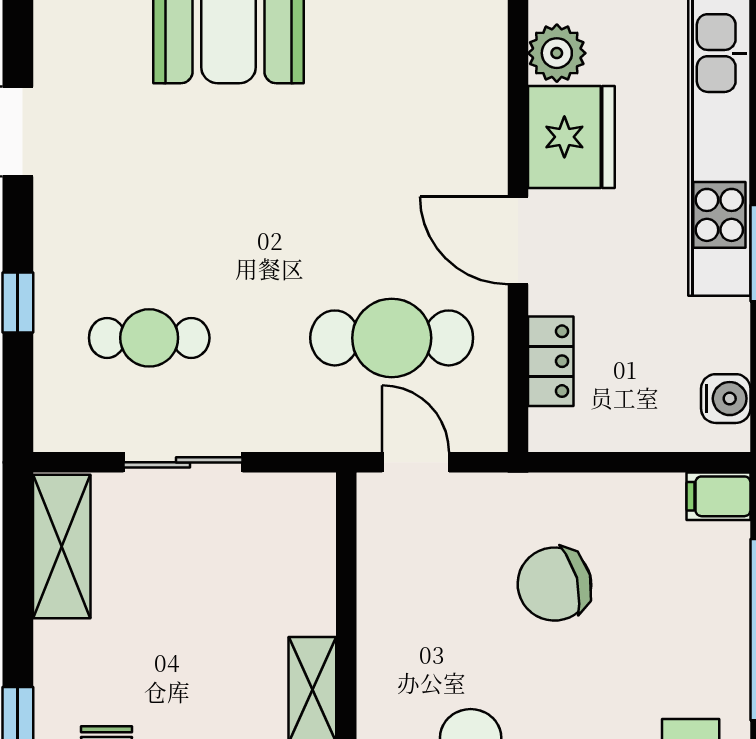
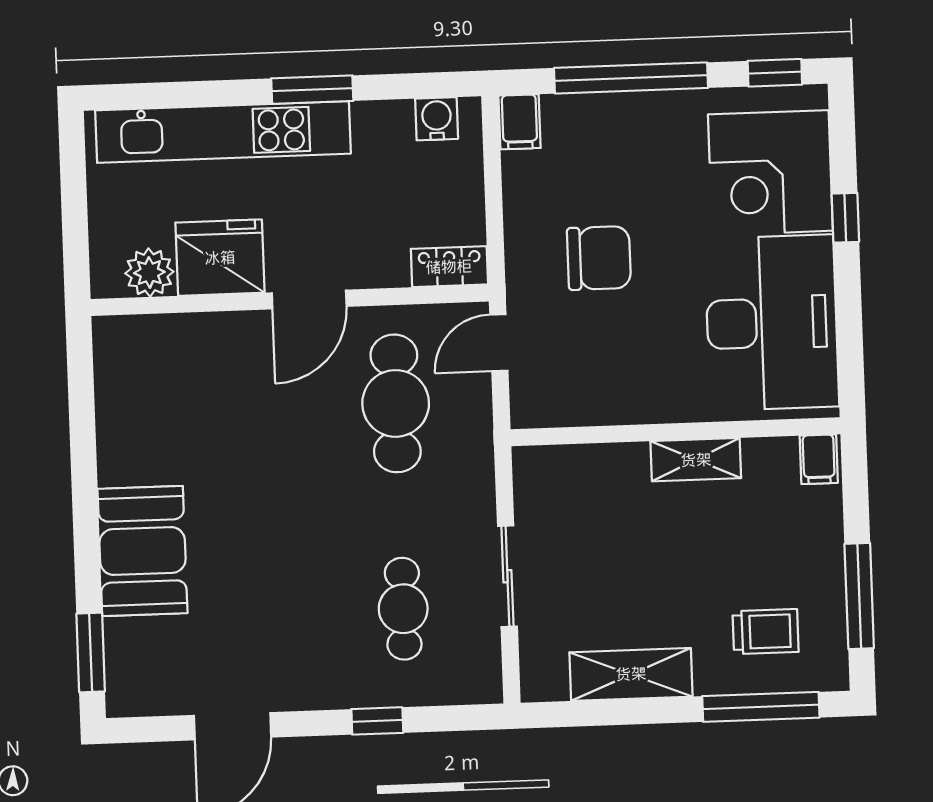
locker: (551, 361) -> (449, 267), moved
door: (416, 462) -> (499, 343), moved
shelving: (62, 547) -> (631, 674), moved
chair: (554, 584) -> (599, 258), turned -75

